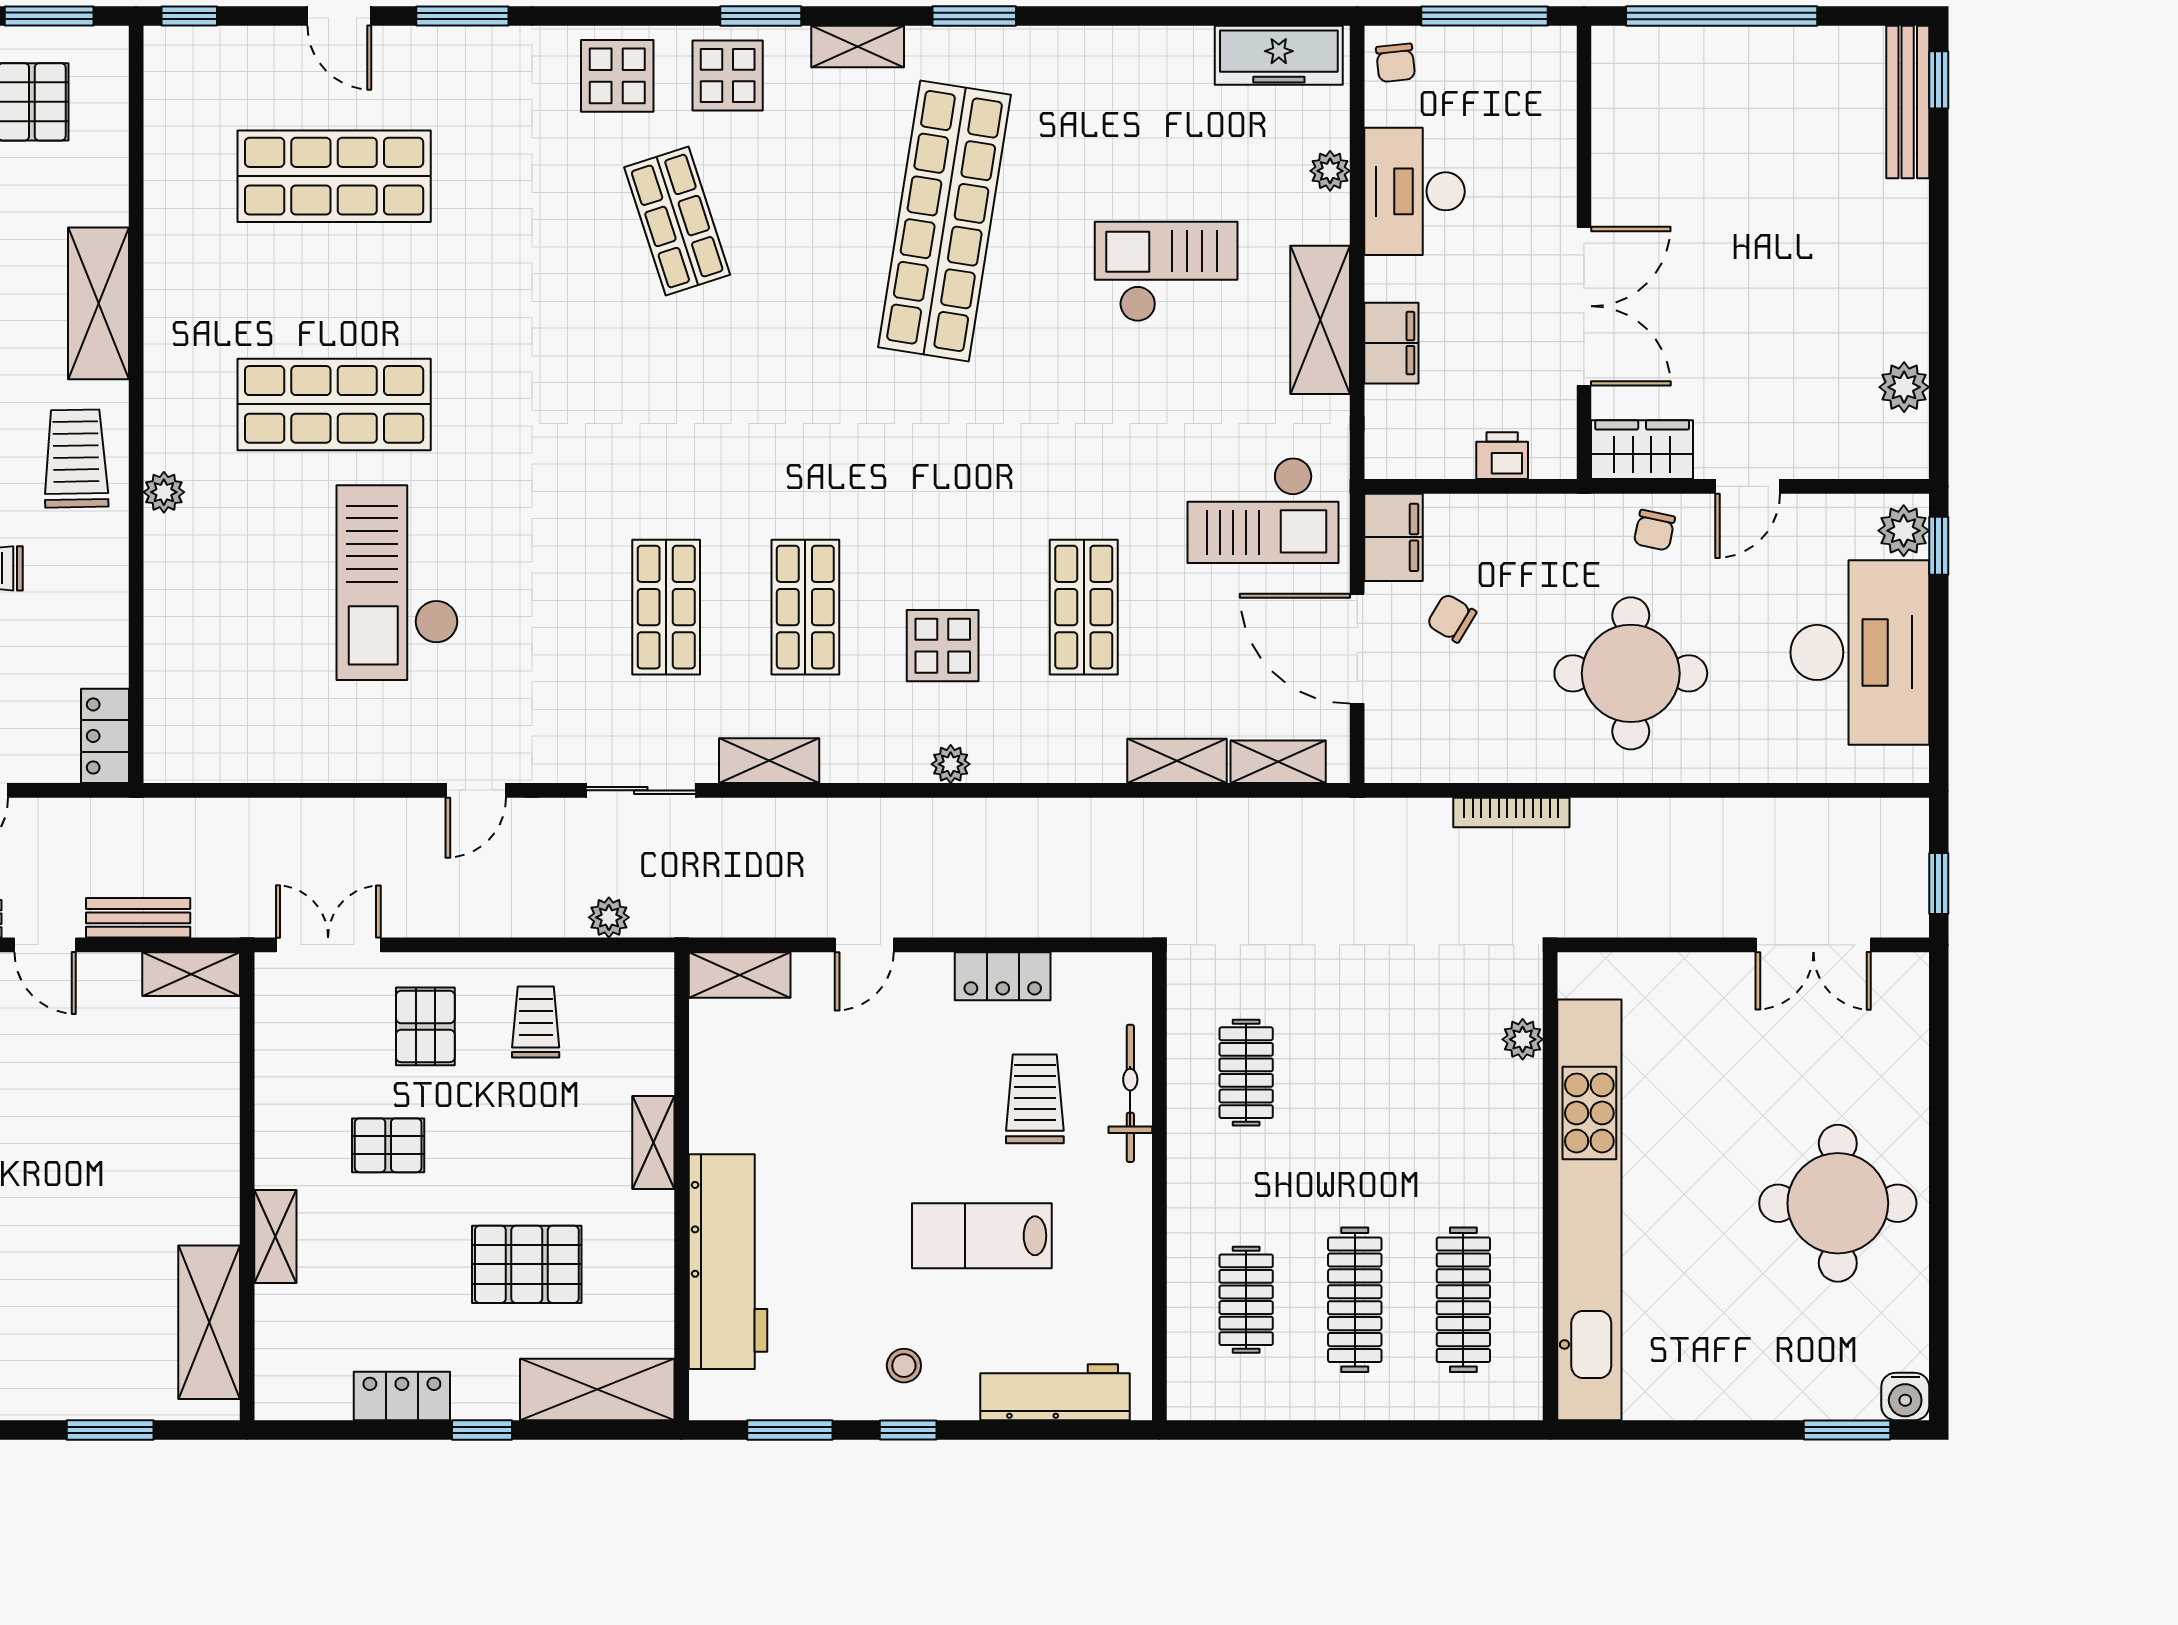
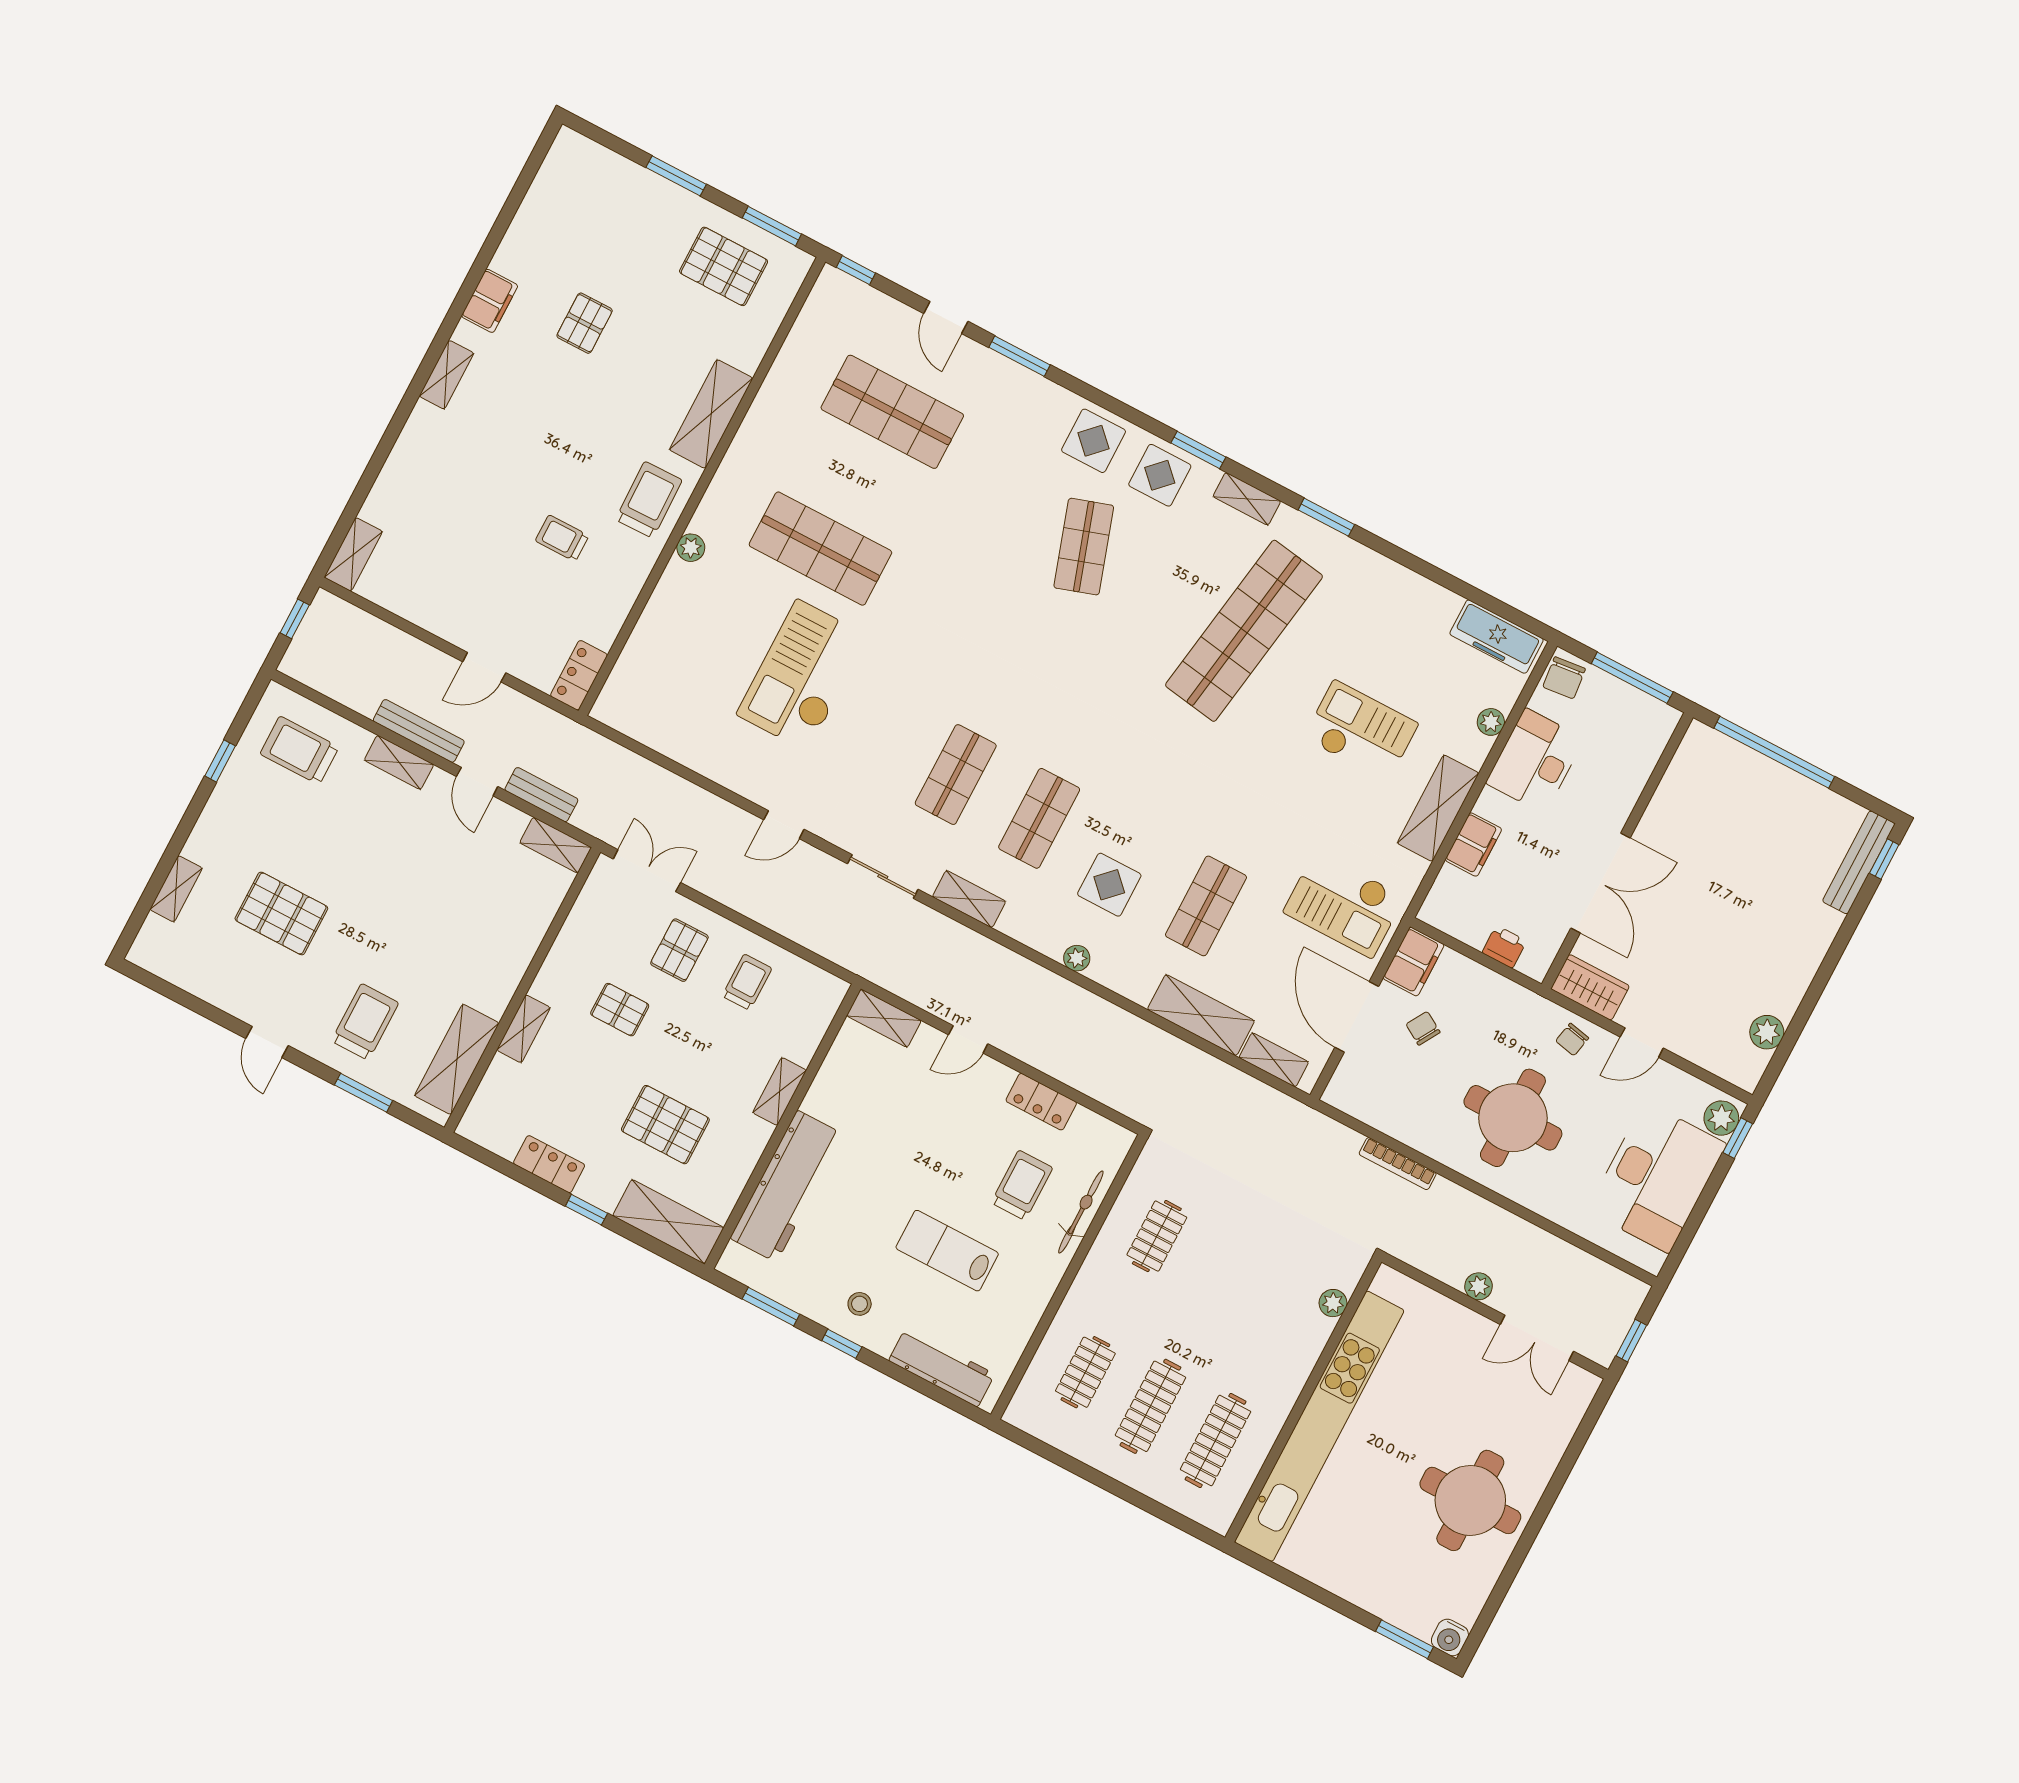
chair: (1396, 63) -> (1564, 678), width x1.37, depth x1.37
shelving: (1177, 761) -> (1201, 1015), width x1.50, depth x1.33
plant: (609, 917) -> (1479, 1286), moved
trolley: (63, 1336) -> (365, 1022), added

